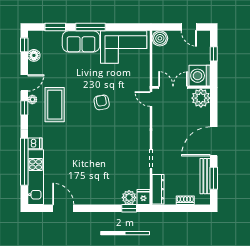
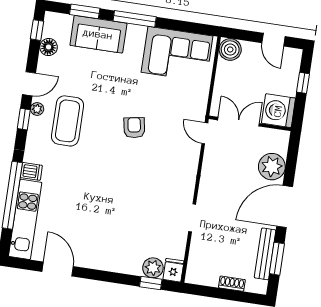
sofa: (81, 41) -> (98, 34), moved
plant: (201, 98) -> (272, 167), moved
dresser: (158, 189) -> (196, 262), removed

